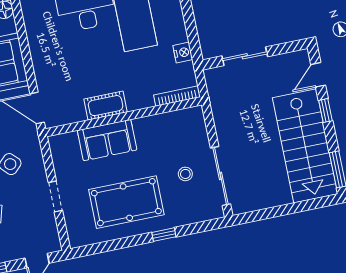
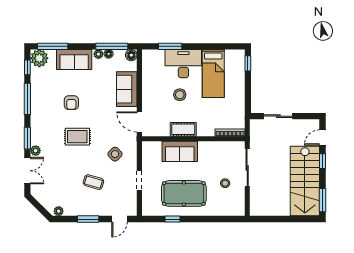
nightstand: (183, 52) -> (239, 106), removed
stool: (90, 55) -> (180, 95), added
sliding door: (220, 176) -> (247, 168), moved
window: (164, 235) -> (172, 219), moved

